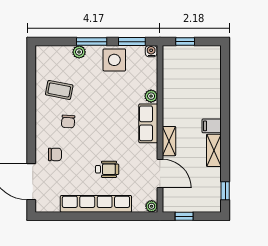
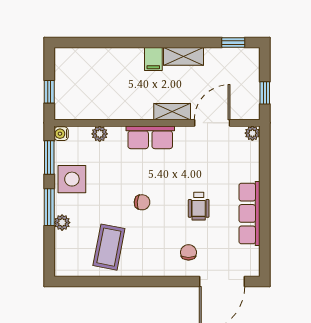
coffee table: (59, 90) -> (109, 247), width x1.36, depth x1.30
plant: (151, 96) -> (100, 134), moved
chair: (68, 122) -> (142, 202), moved
wheelchair: (107, 169) -> (199, 206), moved, turned 180
row of seats: (96, 204) -> (249, 213), width x0.73

